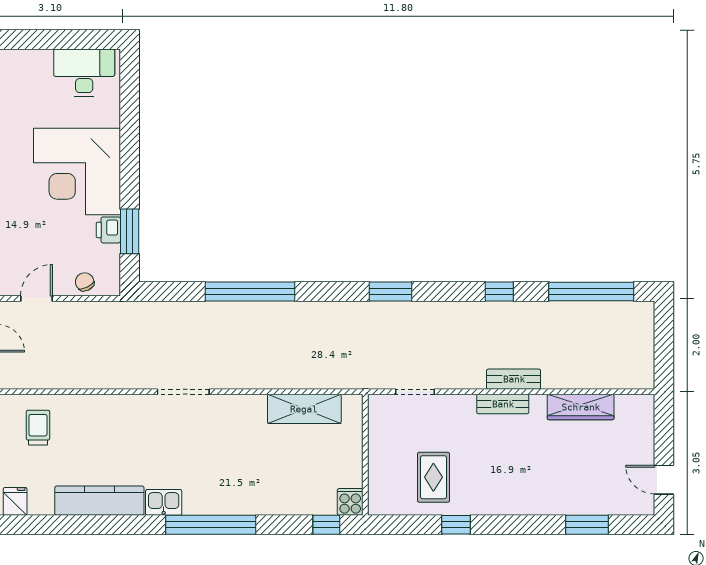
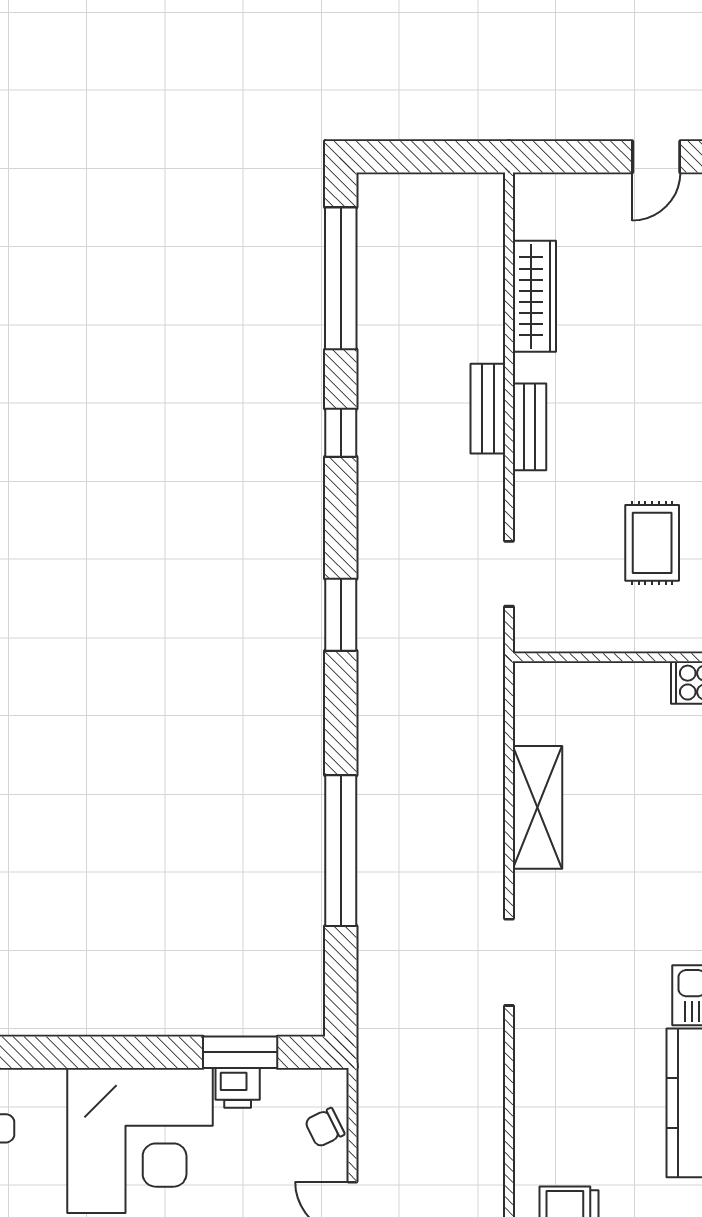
shelving: (304, 409) -> (538, 807), moved
rug: (433, 477) -> (652, 543), turned 90

